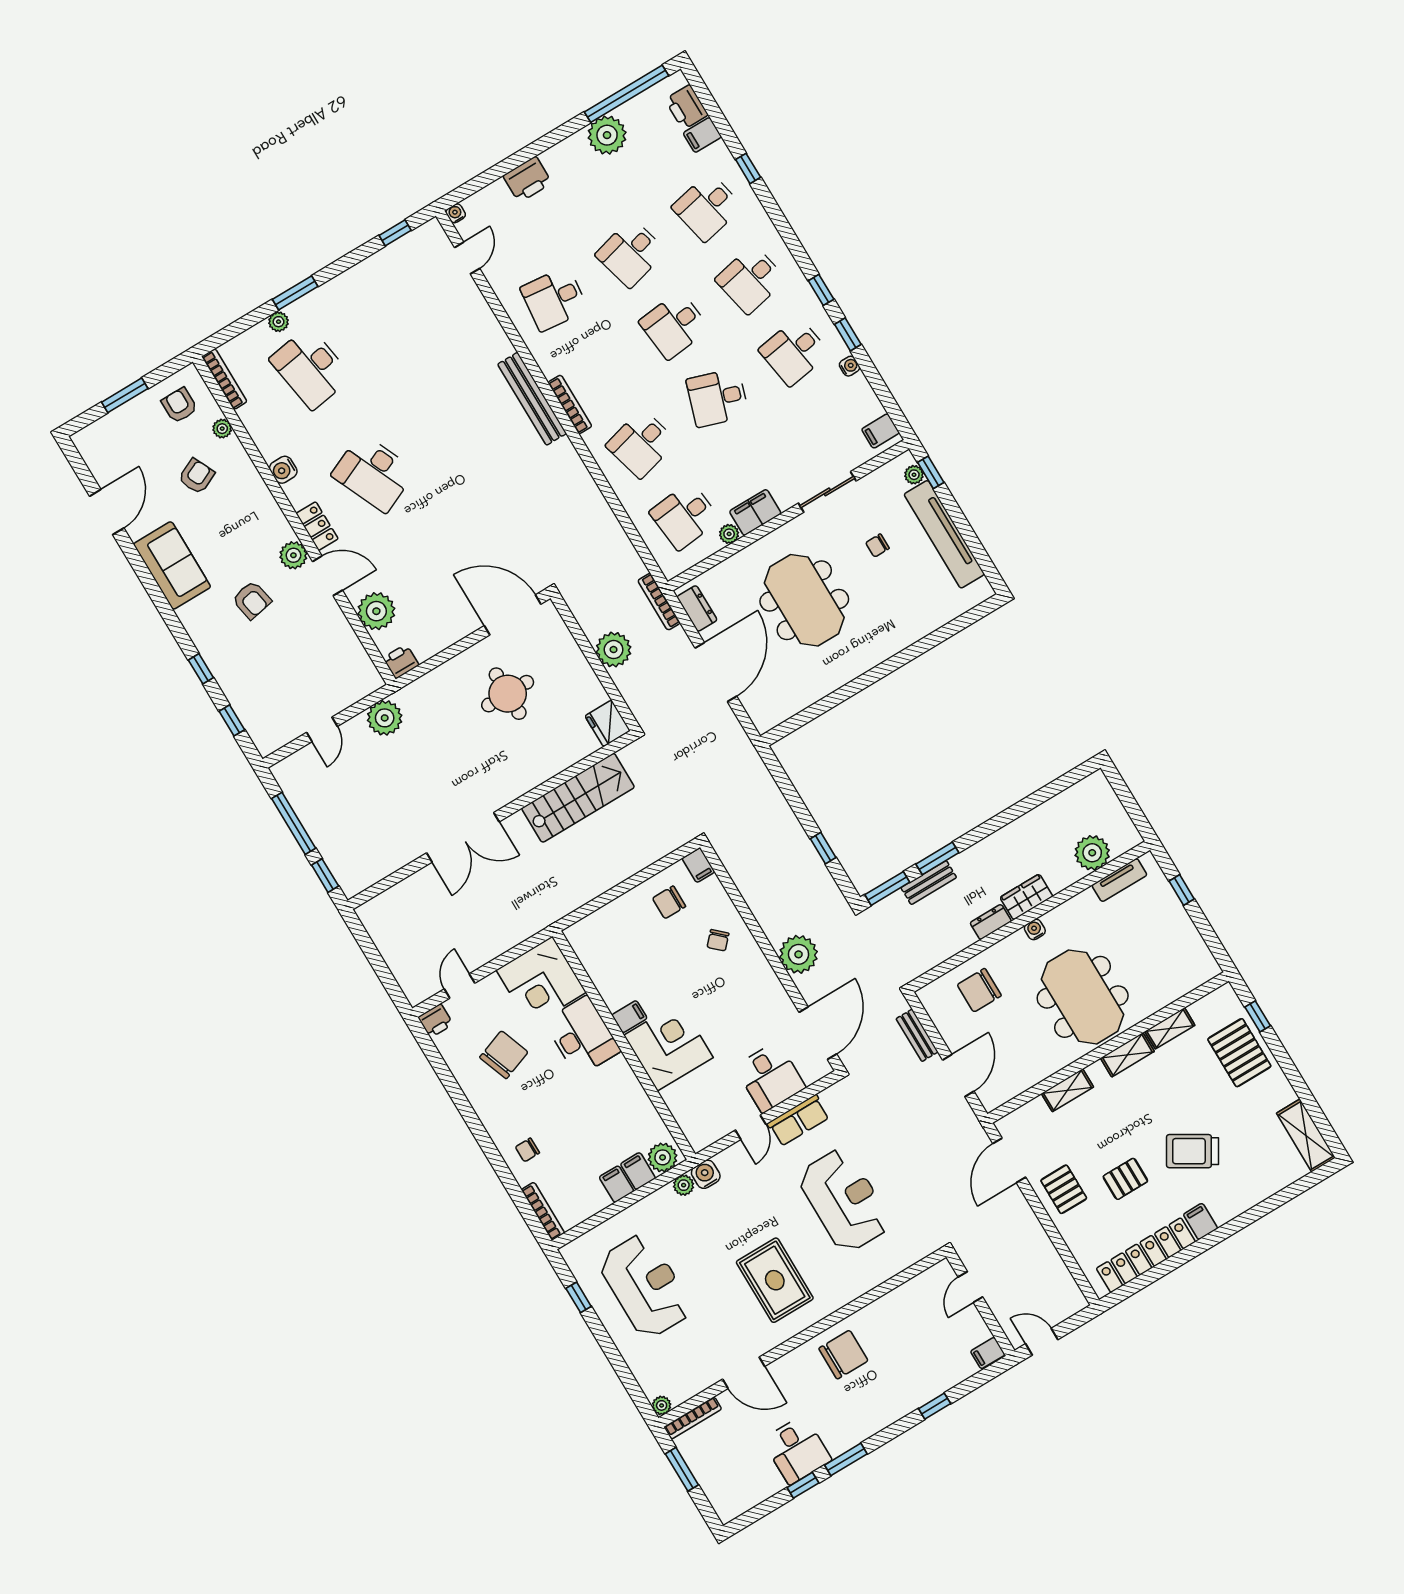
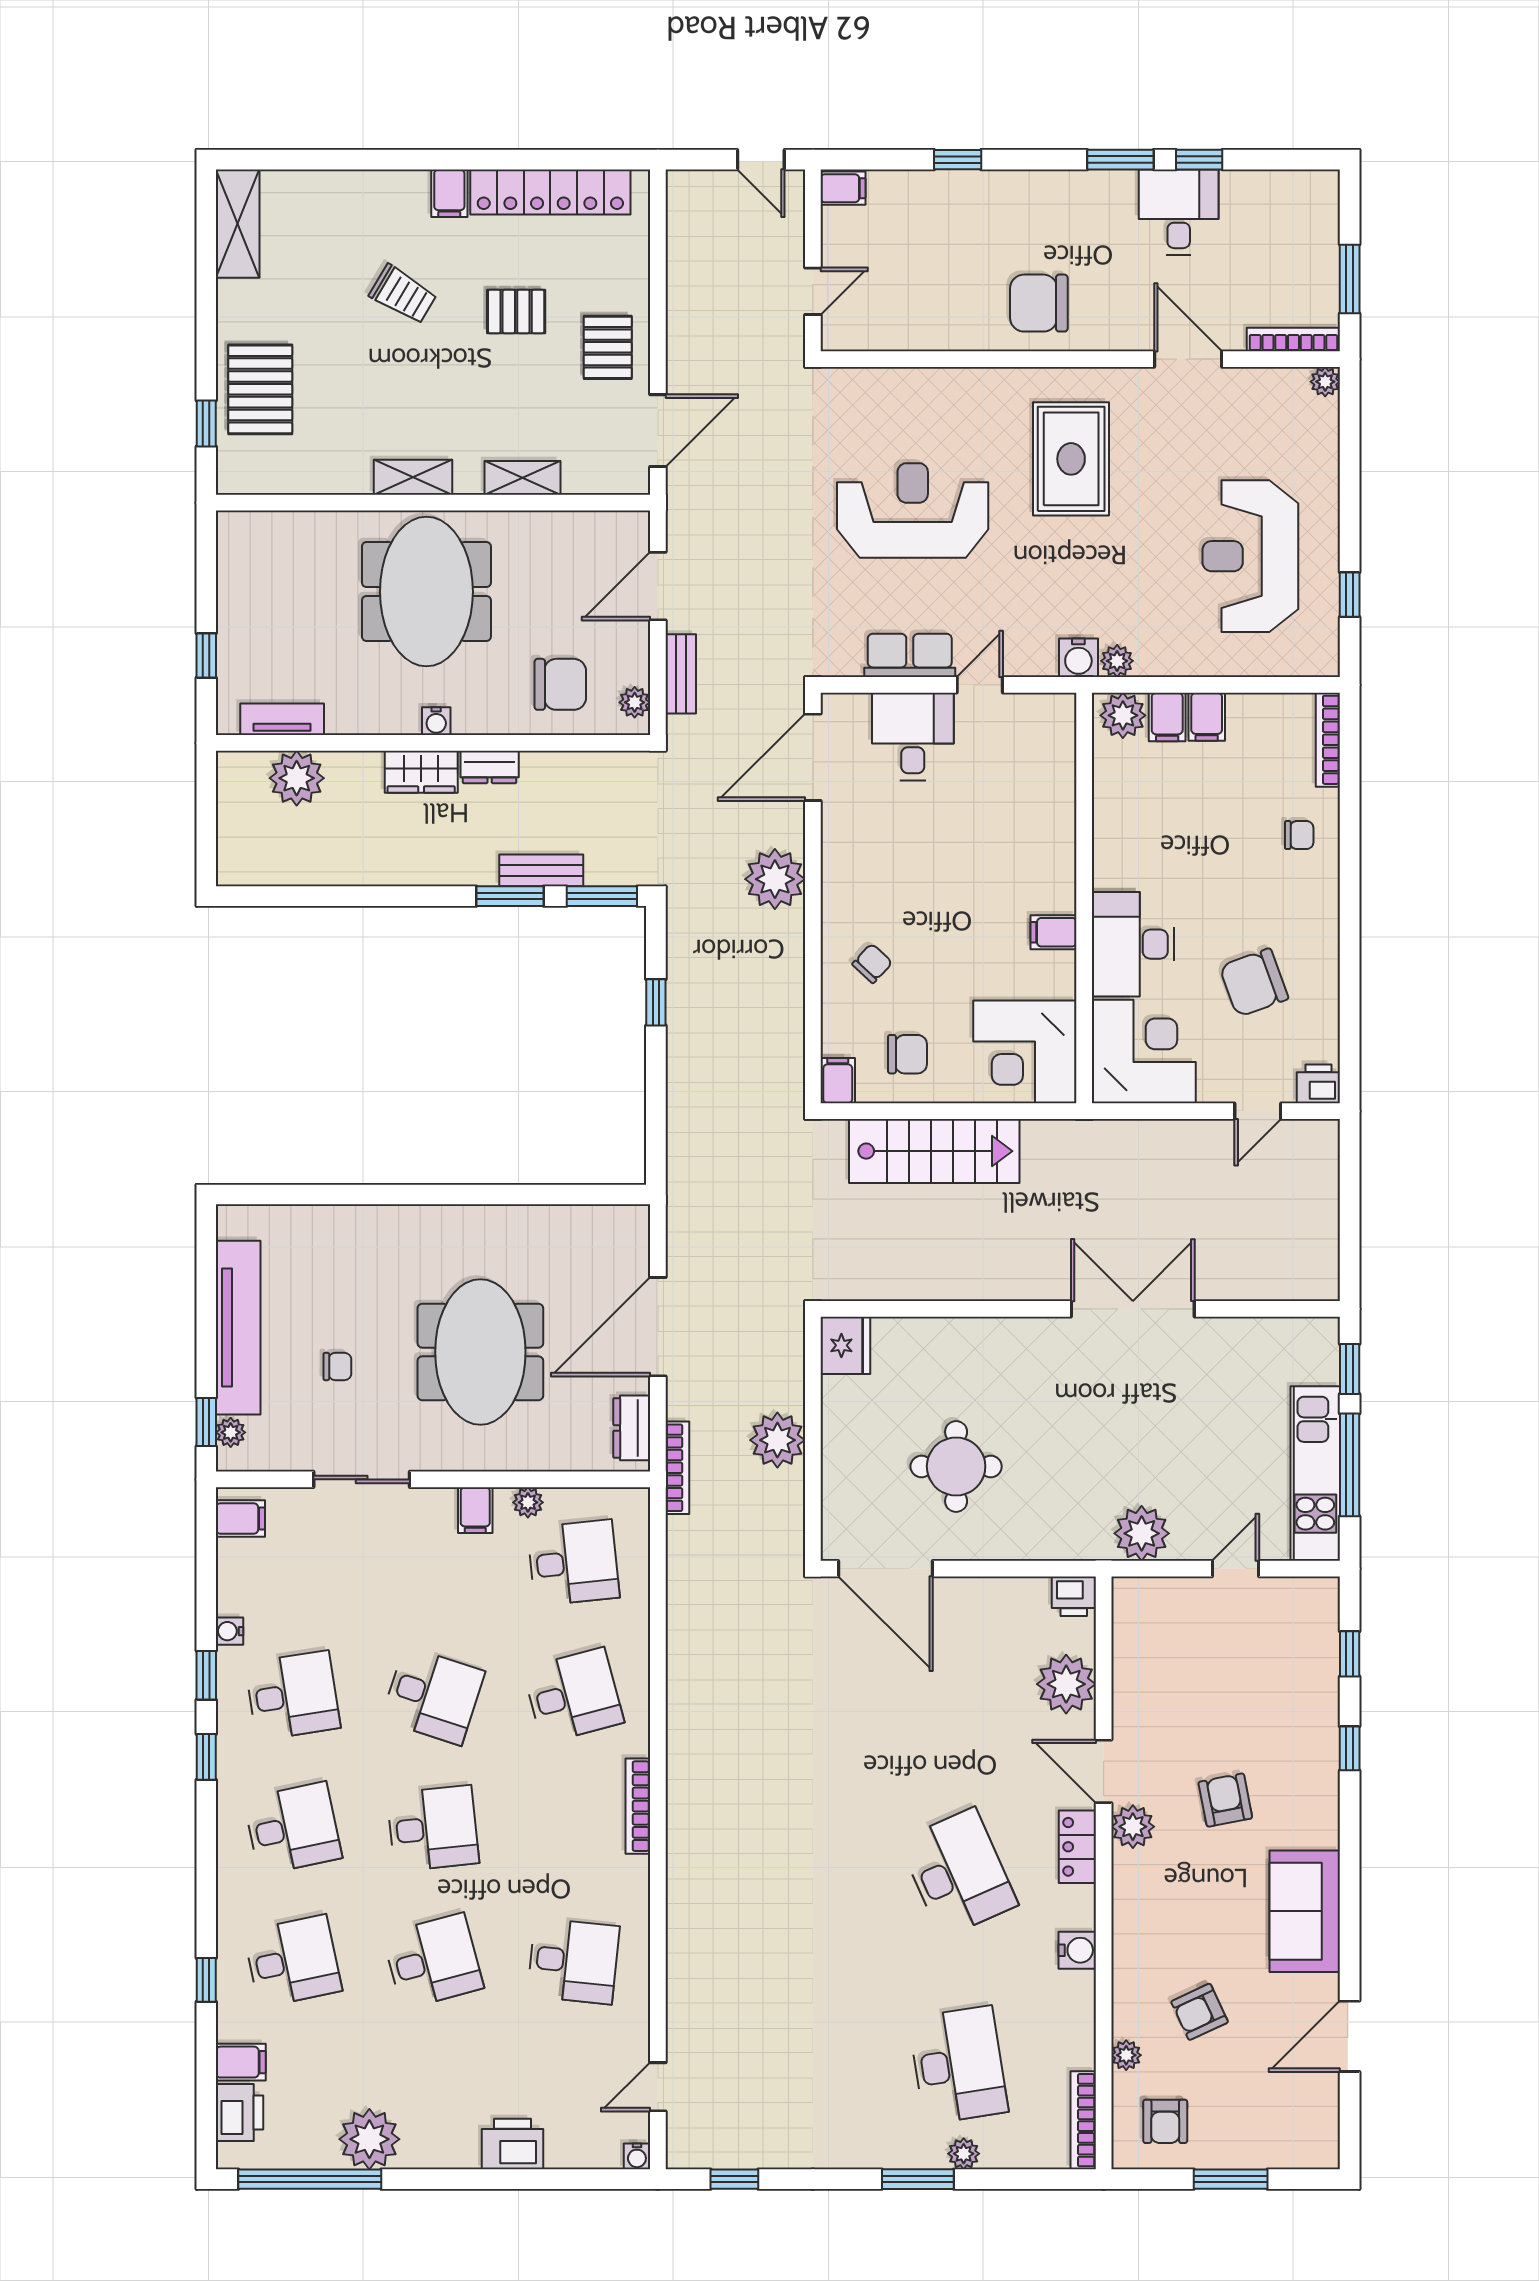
bench: (532, 399) -> (684, 1844), removed
filing cabinet: (755, 512) -> (475, 1510), width x0.50
stairs: (578, 798) -> (934, 1151), moved, turned 180
kitchen unit: (310, 807) -> (1315, 1473), added
plant: (933, 1005) -> (635, 702), added
shelving: (1170, 1028) -> (334, 479), removed
corner desk: (669, 1046) -> (1025, 1052), moved
trolley: (1193, 1151) -> (403, 294), width x0.73, depth x0.72
reception desk: (844, 1200) -> (913, 511), turned 90

